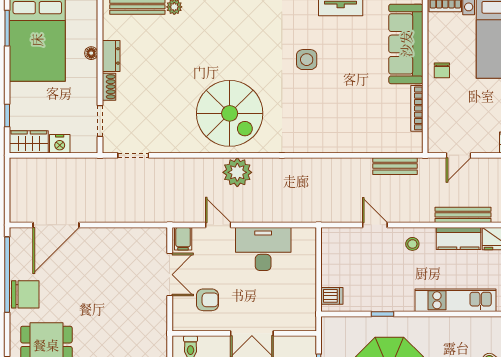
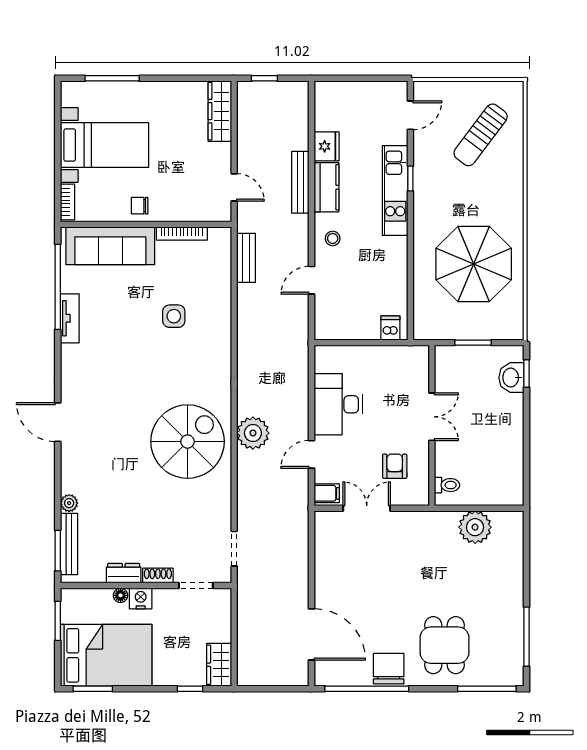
side table: (307, 60) -> (174, 316), moved
chair: (442, 70) -> (140, 206), turned 180
nightstand: (60, 144) -> (141, 598), moved, turned -90
window: (382, 314) -> (410, 179), moved

